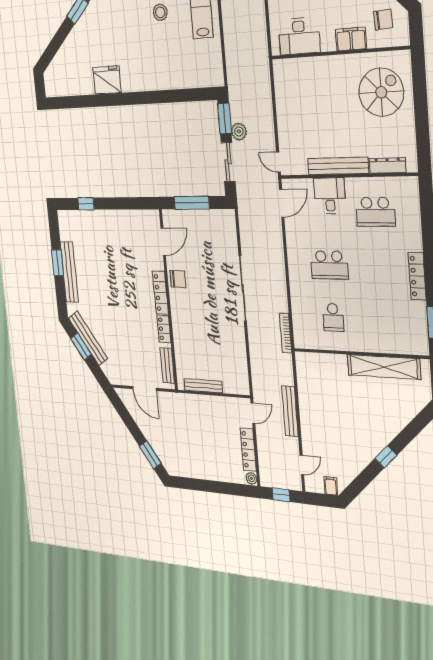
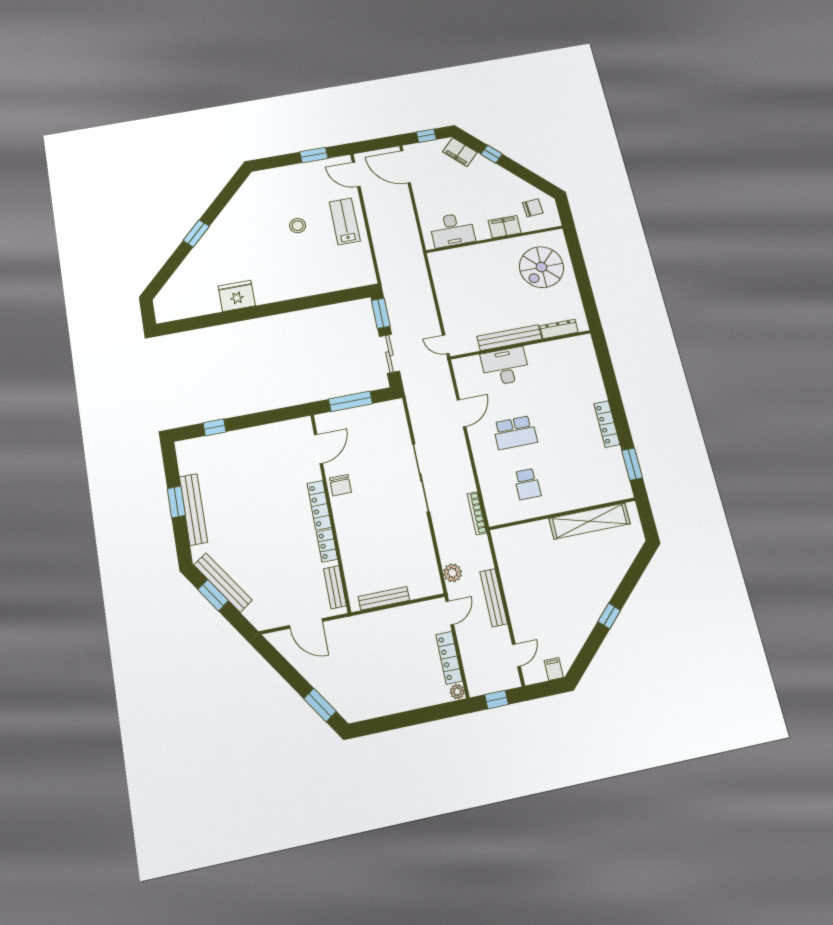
spiral stairs: (381, 92) -> (541, 267), turned 180
plant: (239, 131) -> (453, 573), moved
desk: (330, 196) -> (505, 366), width x1.37
door: (282, 203) -> (461, 413), moved
school desk: (375, 212) -> (554, 373), removed
chair: (178, 279) -> (340, 485), turned 90

